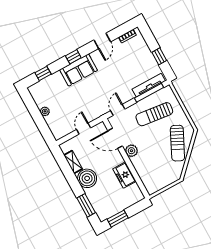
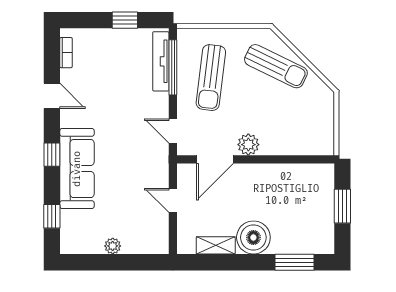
sofa: (79, 70) -> (77, 169), width x1.36
freezer: (124, 175) -> (280, 176), removed
window: (118, 219) -> (342, 206), moved

